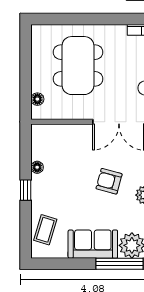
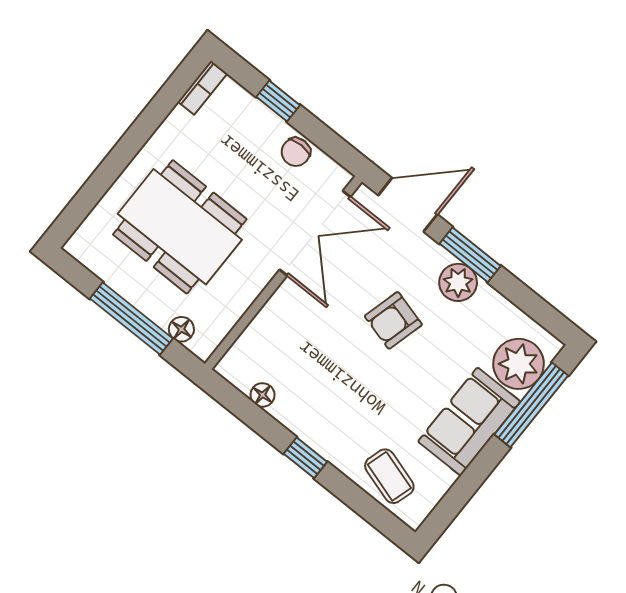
window: (26, 76) -> (131, 318), added
floor lamp: (37, 167) -> (263, 395), moved

